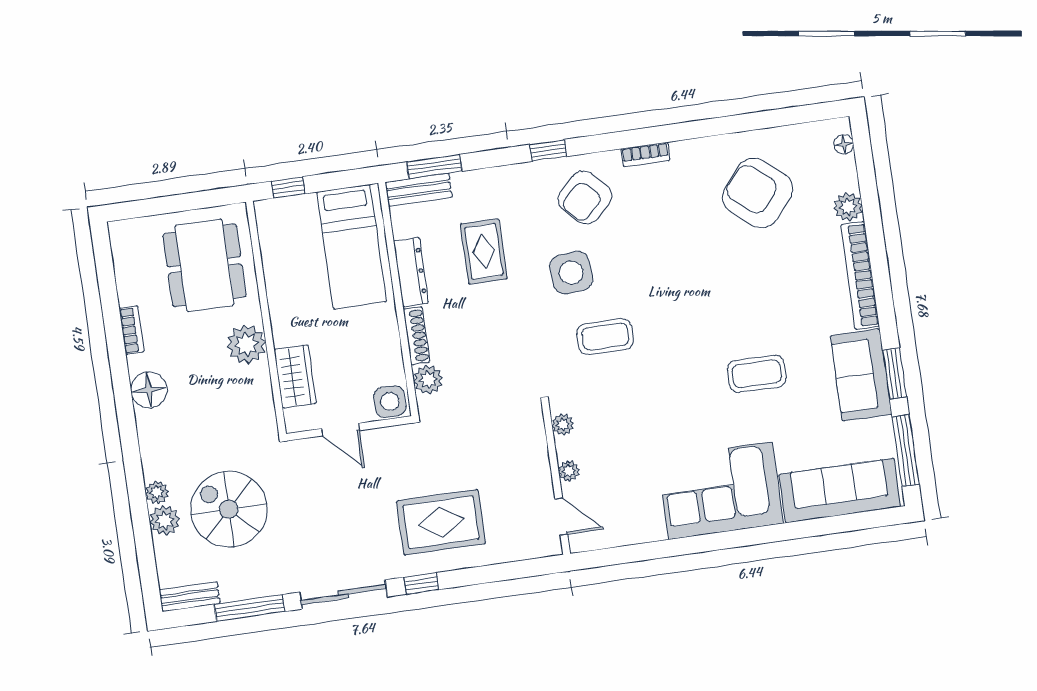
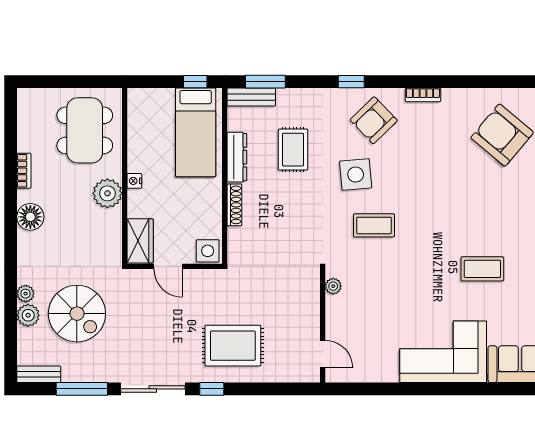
window: (288, 187) -> (195, 82), moved
nightstand: (280, 323) -> (134, 181), added
wardrobe: (295, 376) -> (140, 241), moved
plant: (428, 380) -> (238, 239), removed
plant: (569, 471) -> (333, 321), removed
spiral stairs: (229, 509) -> (77, 314), turned 180

